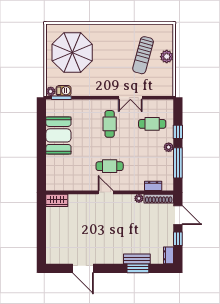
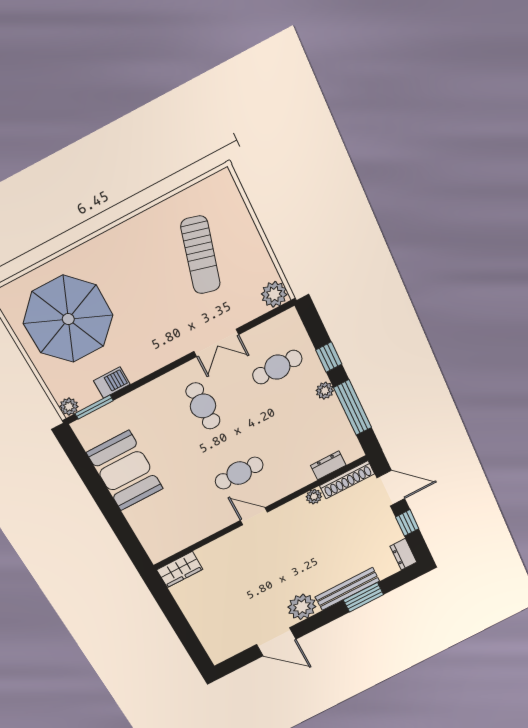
plant: (167, 57) -> (274, 294), moved
barbecue: (64, 91) -> (112, 383), moved
plant: (105, 256) -> (302, 607), added
bench: (137, 259) -> (347, 589), width x1.36

